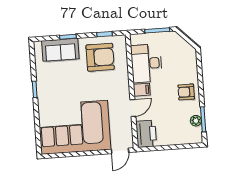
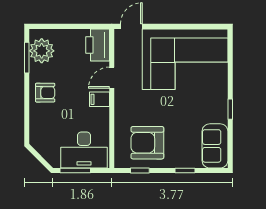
sofa: (60, 50) -> (215, 146), moved, turned -90
desk: (146, 63) -> (84, 150), moved, turned 90
plant: (196, 121) -> (42, 51), width x1.88, depth x1.88

